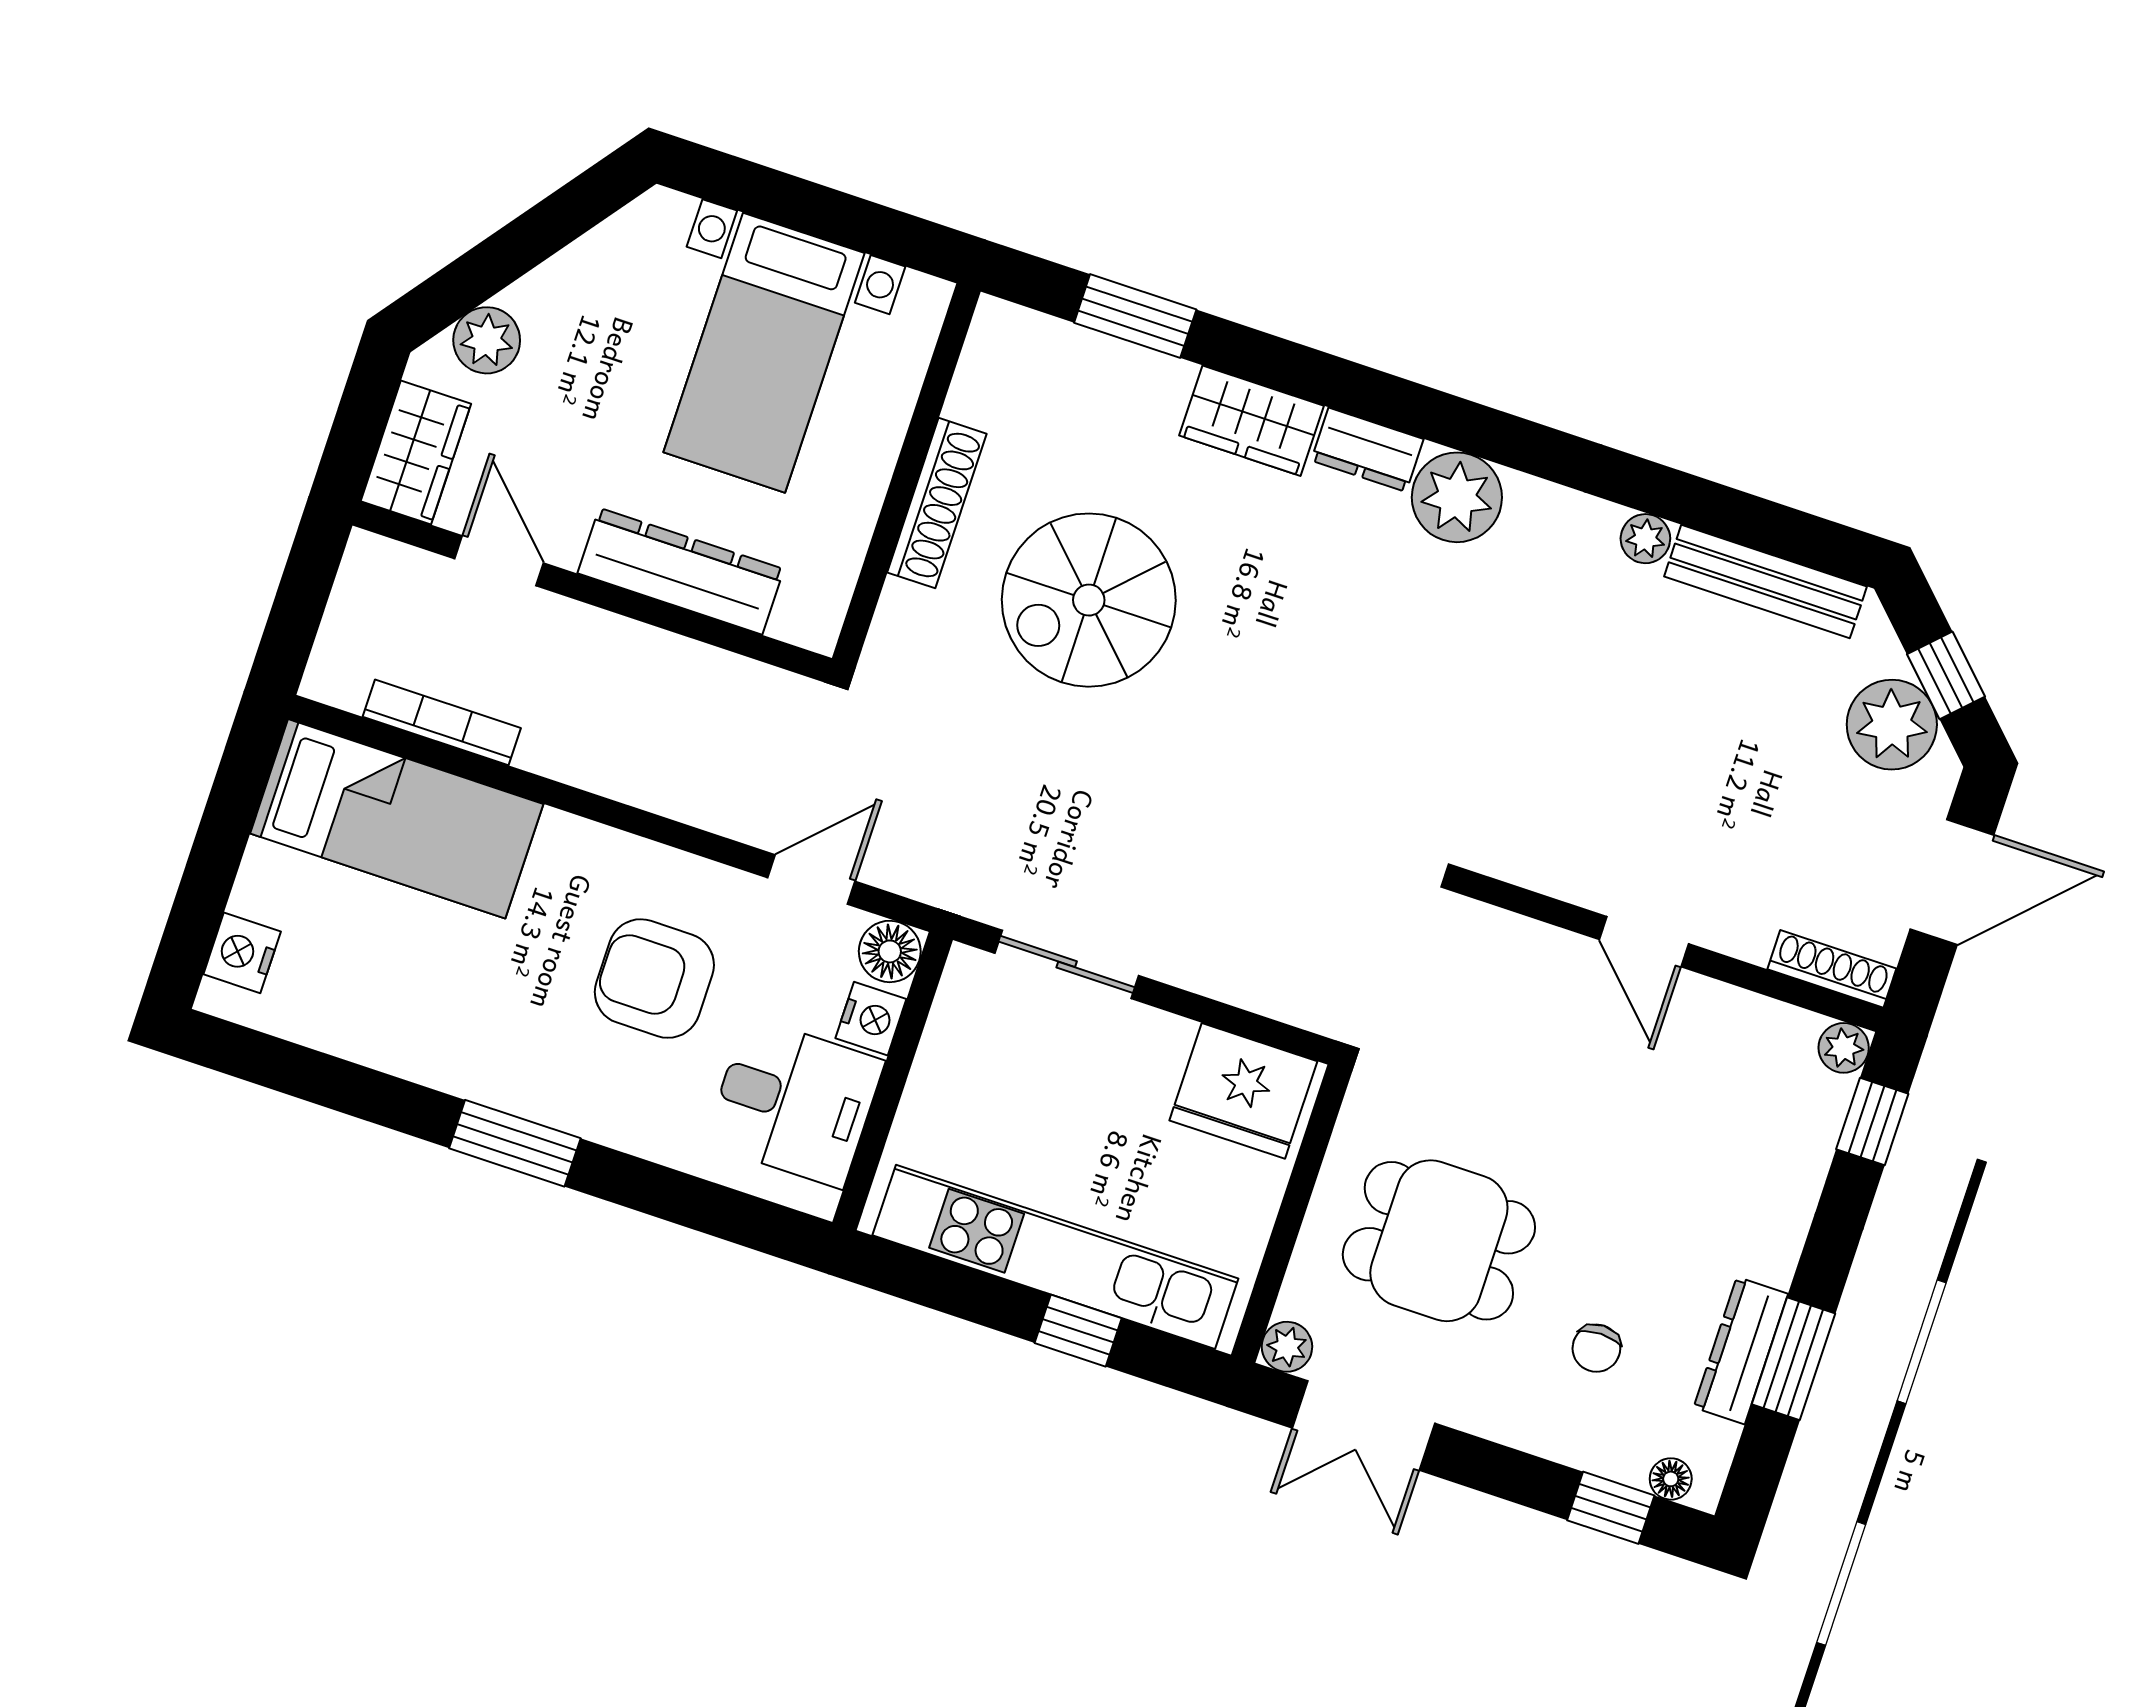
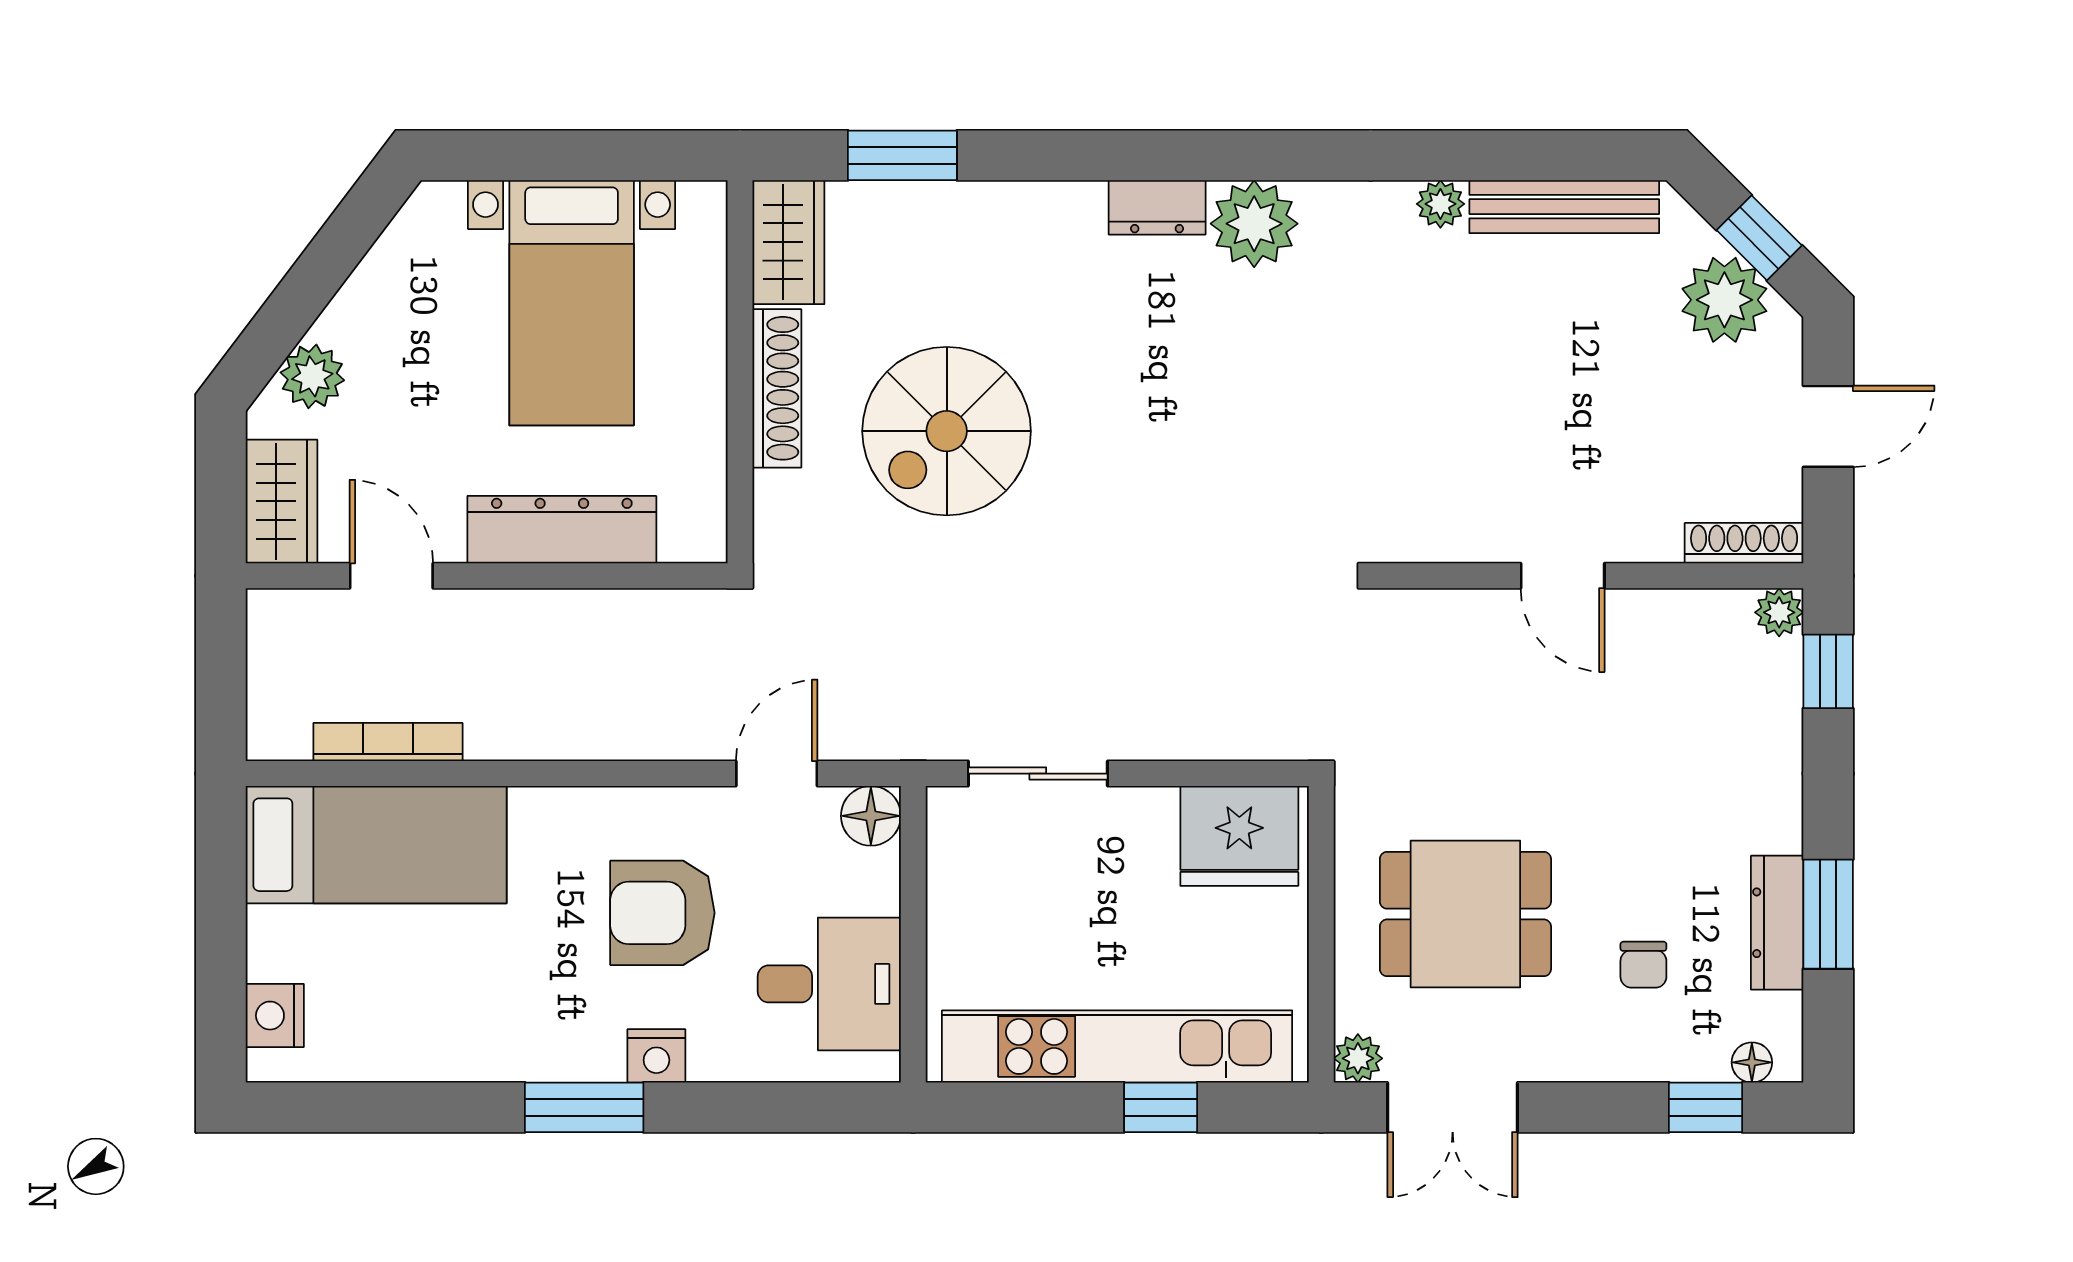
wardrobe: (1252, 421) -> (788, 242), moved, turned -90
door: (1952, 882) -> (1828, 426), width x0.73
nightstand: (871, 1019) -> (656, 1056), moved, turned 90

